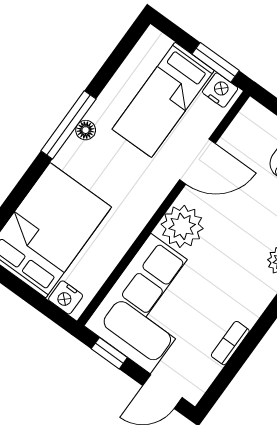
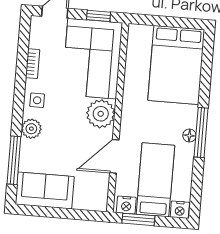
side table: (253, 293) -> (37, 100), added
nightstand: (66, 297) -> (180, 210), moved, turned 180

